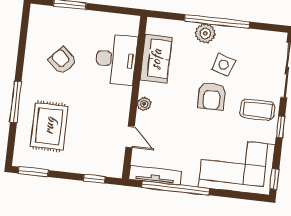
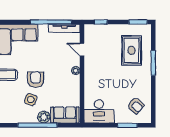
desk: (116, 59) -> (99, 111), moved, turned -90
sofa: (156, 59) -> (65, 115), moved, turned 90
armchair: (62, 60) -> (136, 106), moved

